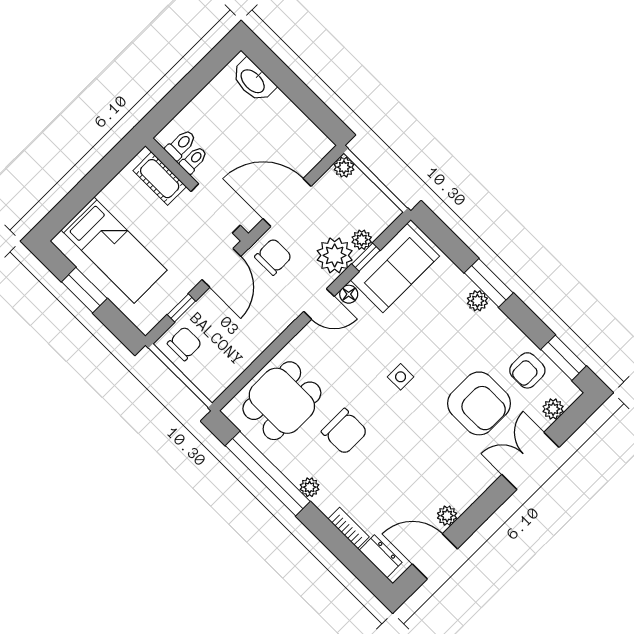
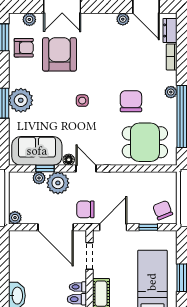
doorway: (216, 208) -> (90, 256), width x0.73
plant: (477, 301) -> (21, 100), width x1.87, depth x1.87
chair: (185, 344) -> (163, 210), turned 68

